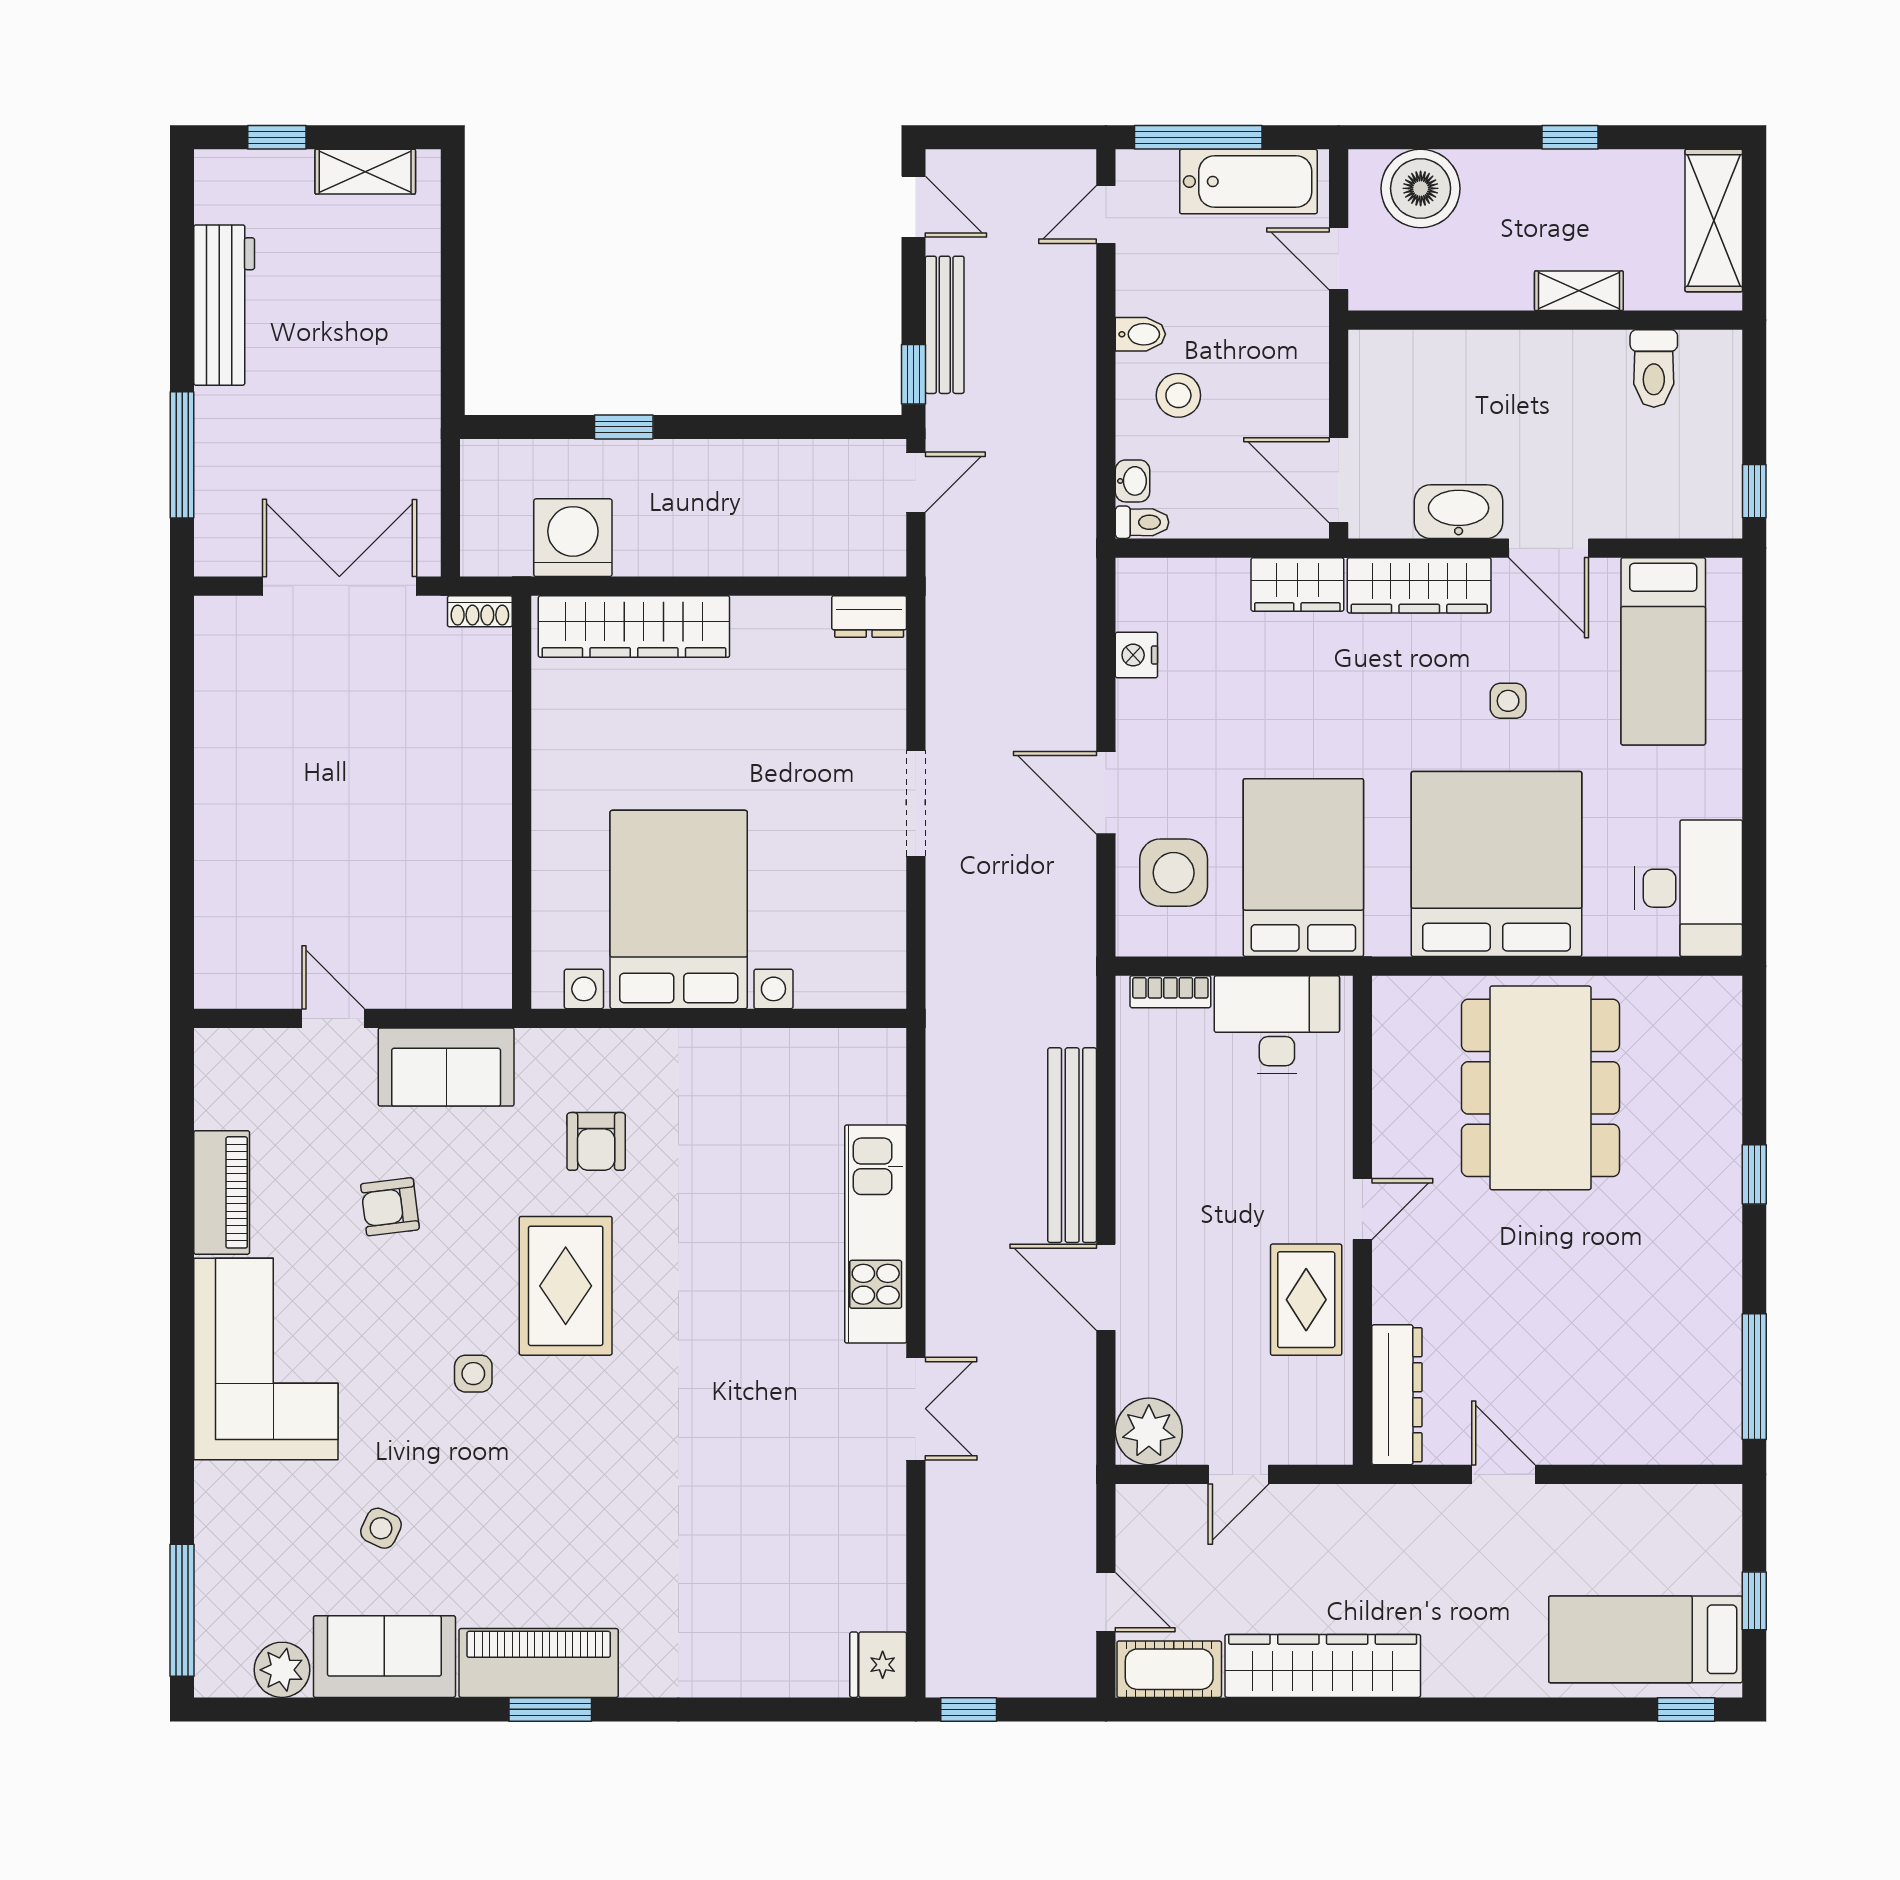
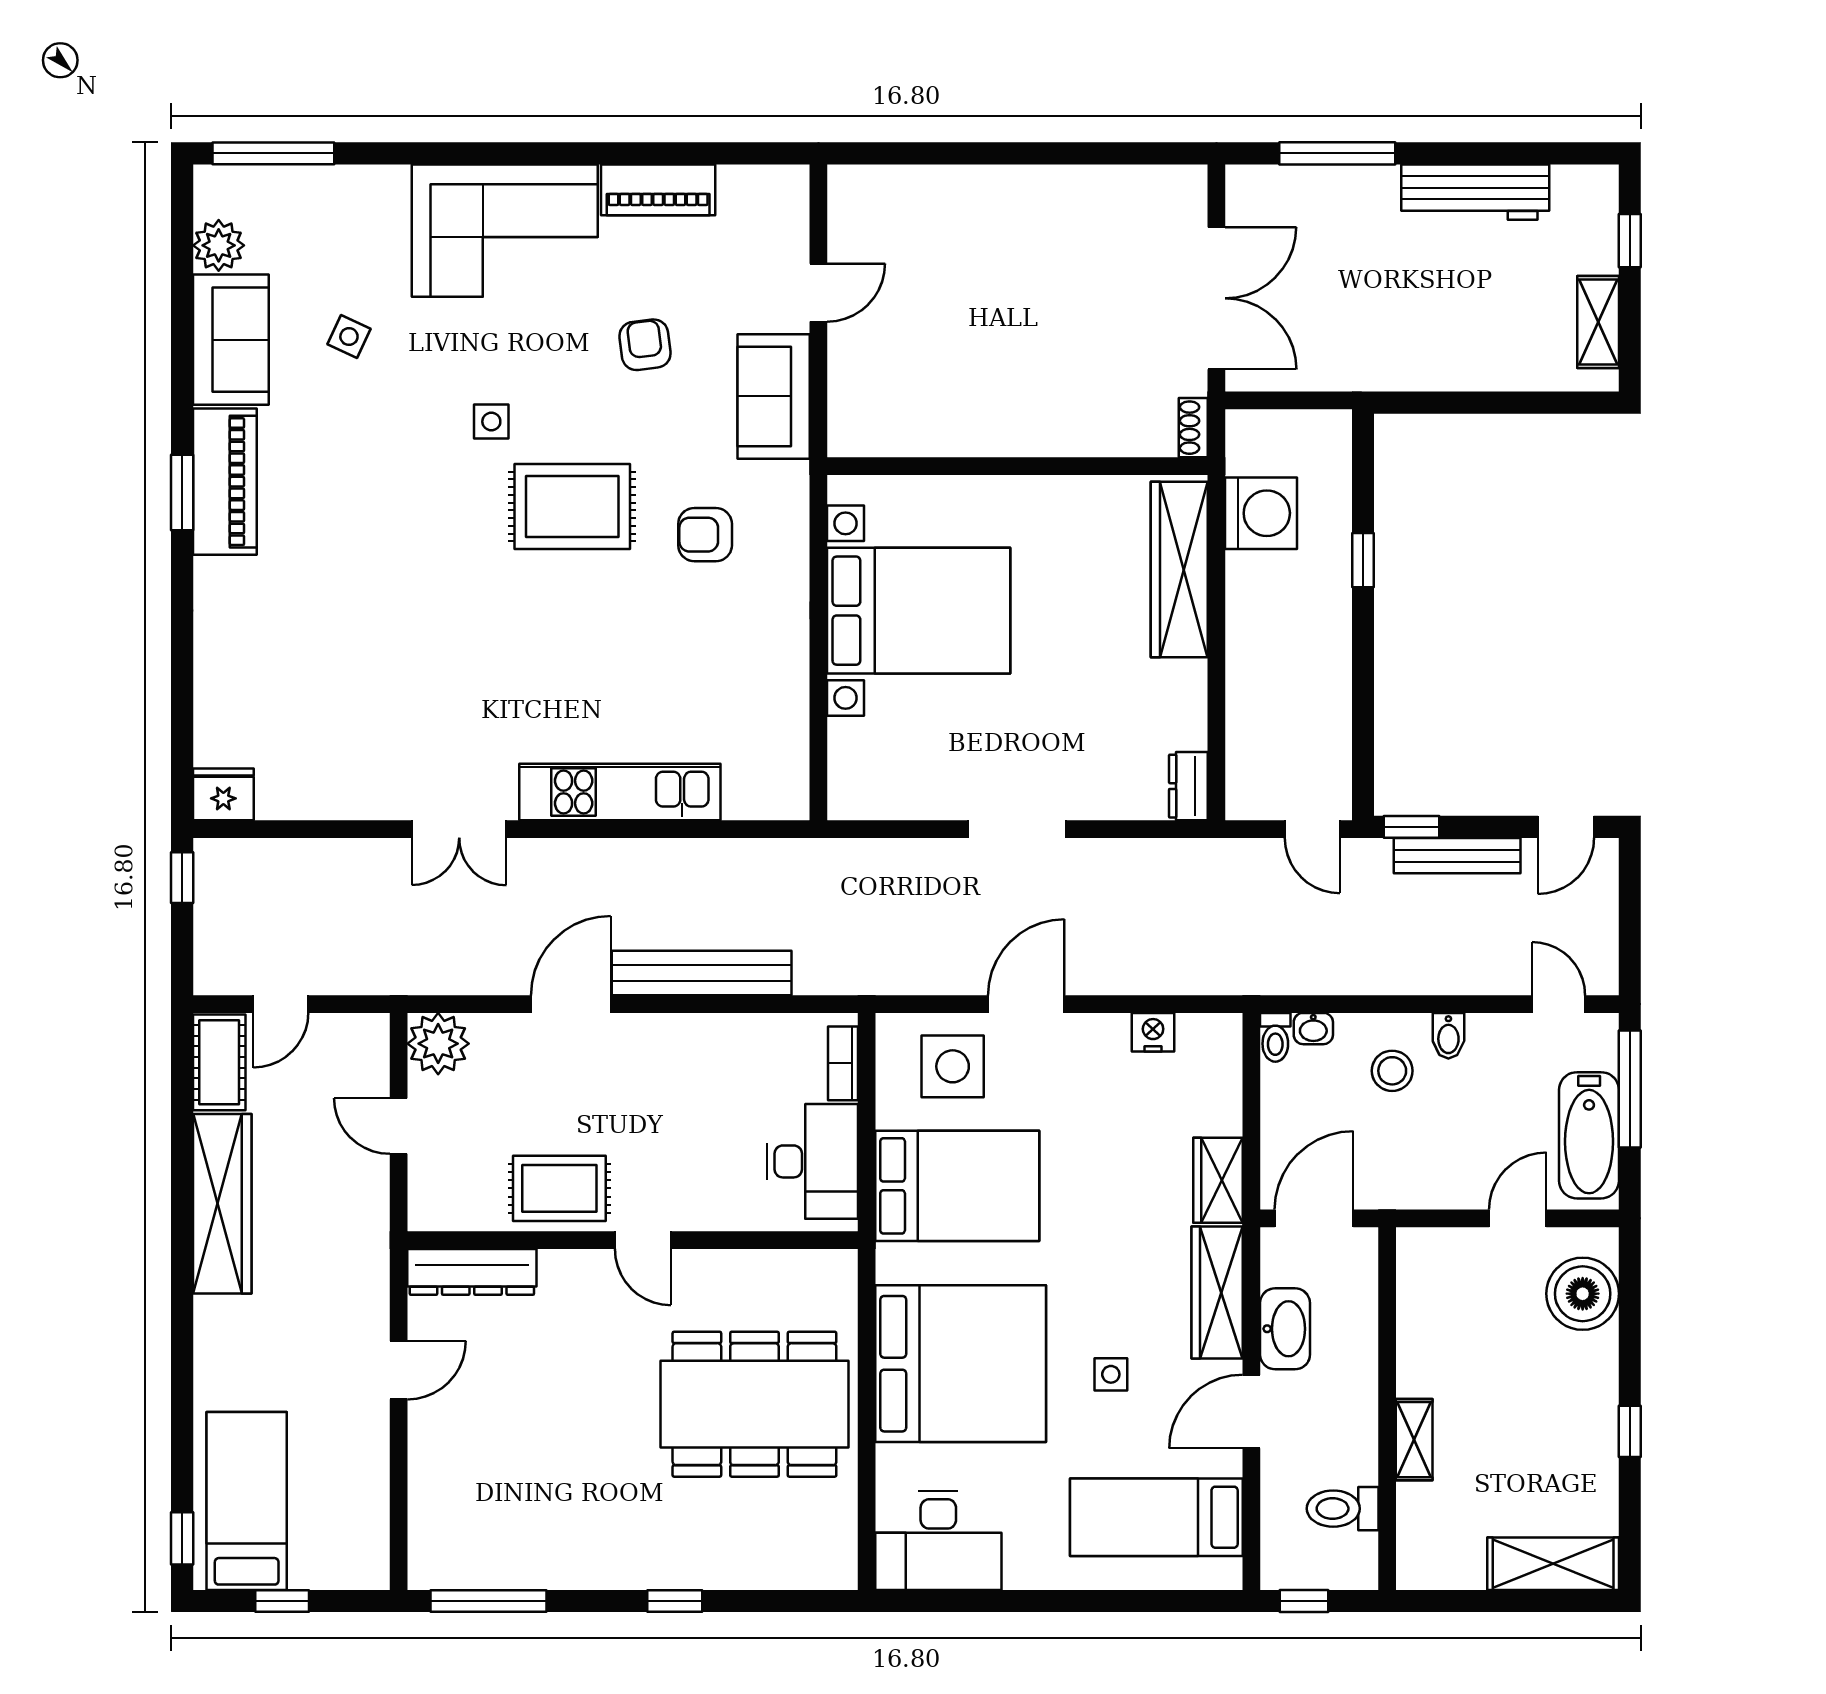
shelving: (1579, 291) -> (1414, 1440), moved
wall: (1545, 320) -> (1387, 1409), moved
toilet: (1654, 368) -> (1343, 1509), moved

